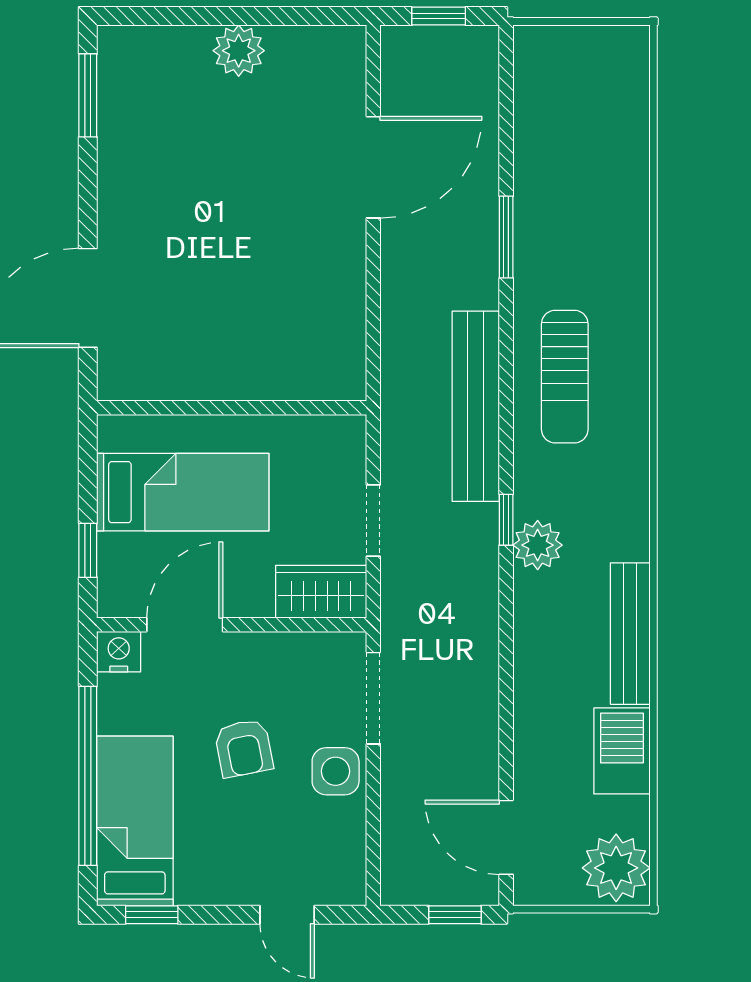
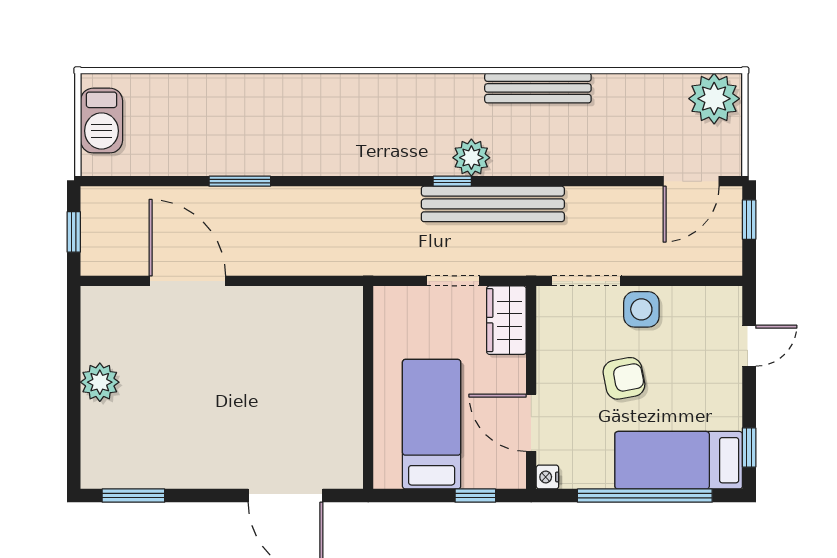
sun lounger: (565, 377) -> (345, 137), removed
bench: (476, 406) -> (493, 204), moved
nightstand: (119, 652) -> (547, 477), width x0.72, depth x0.74
barbecue: (622, 751) -> (101, 121), moved, turned -90

